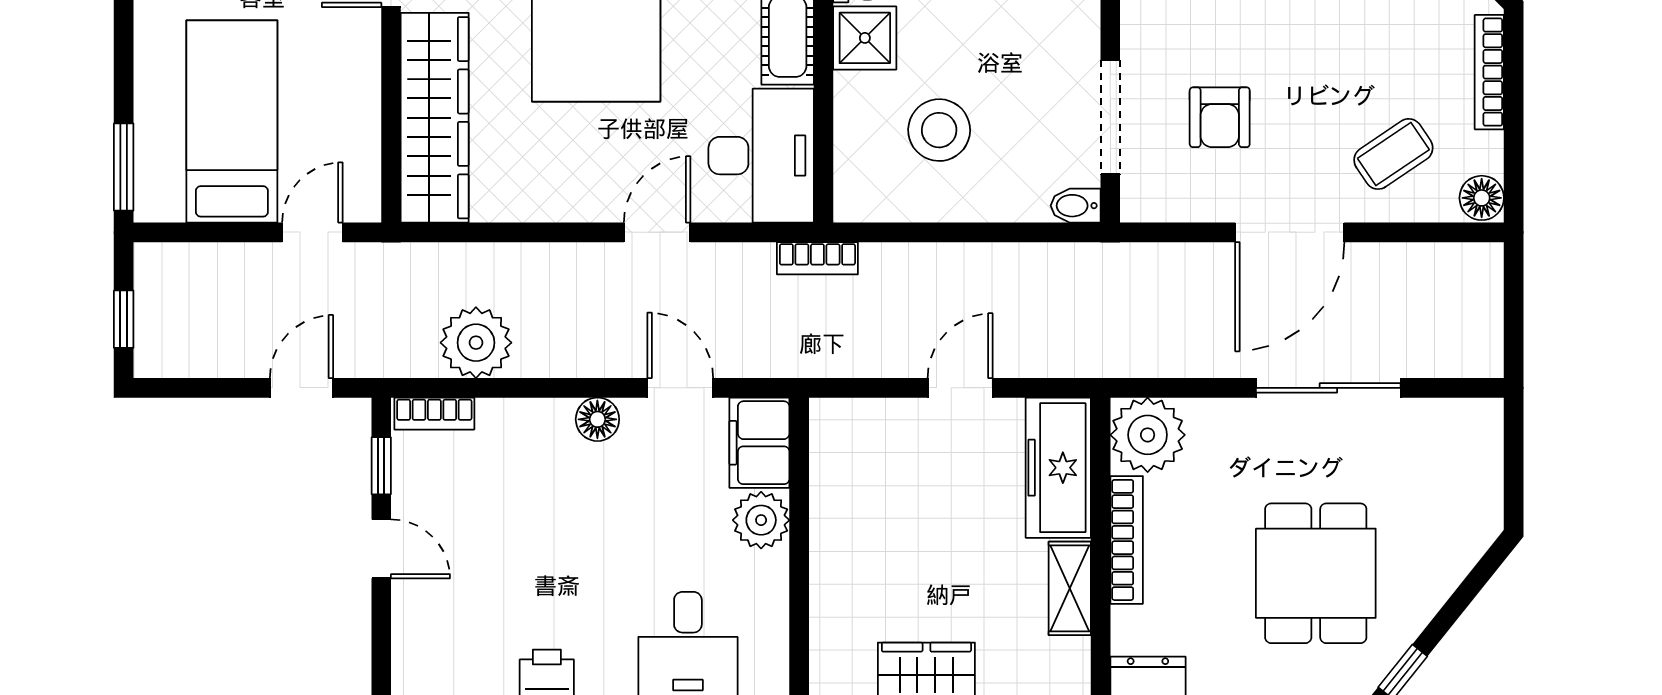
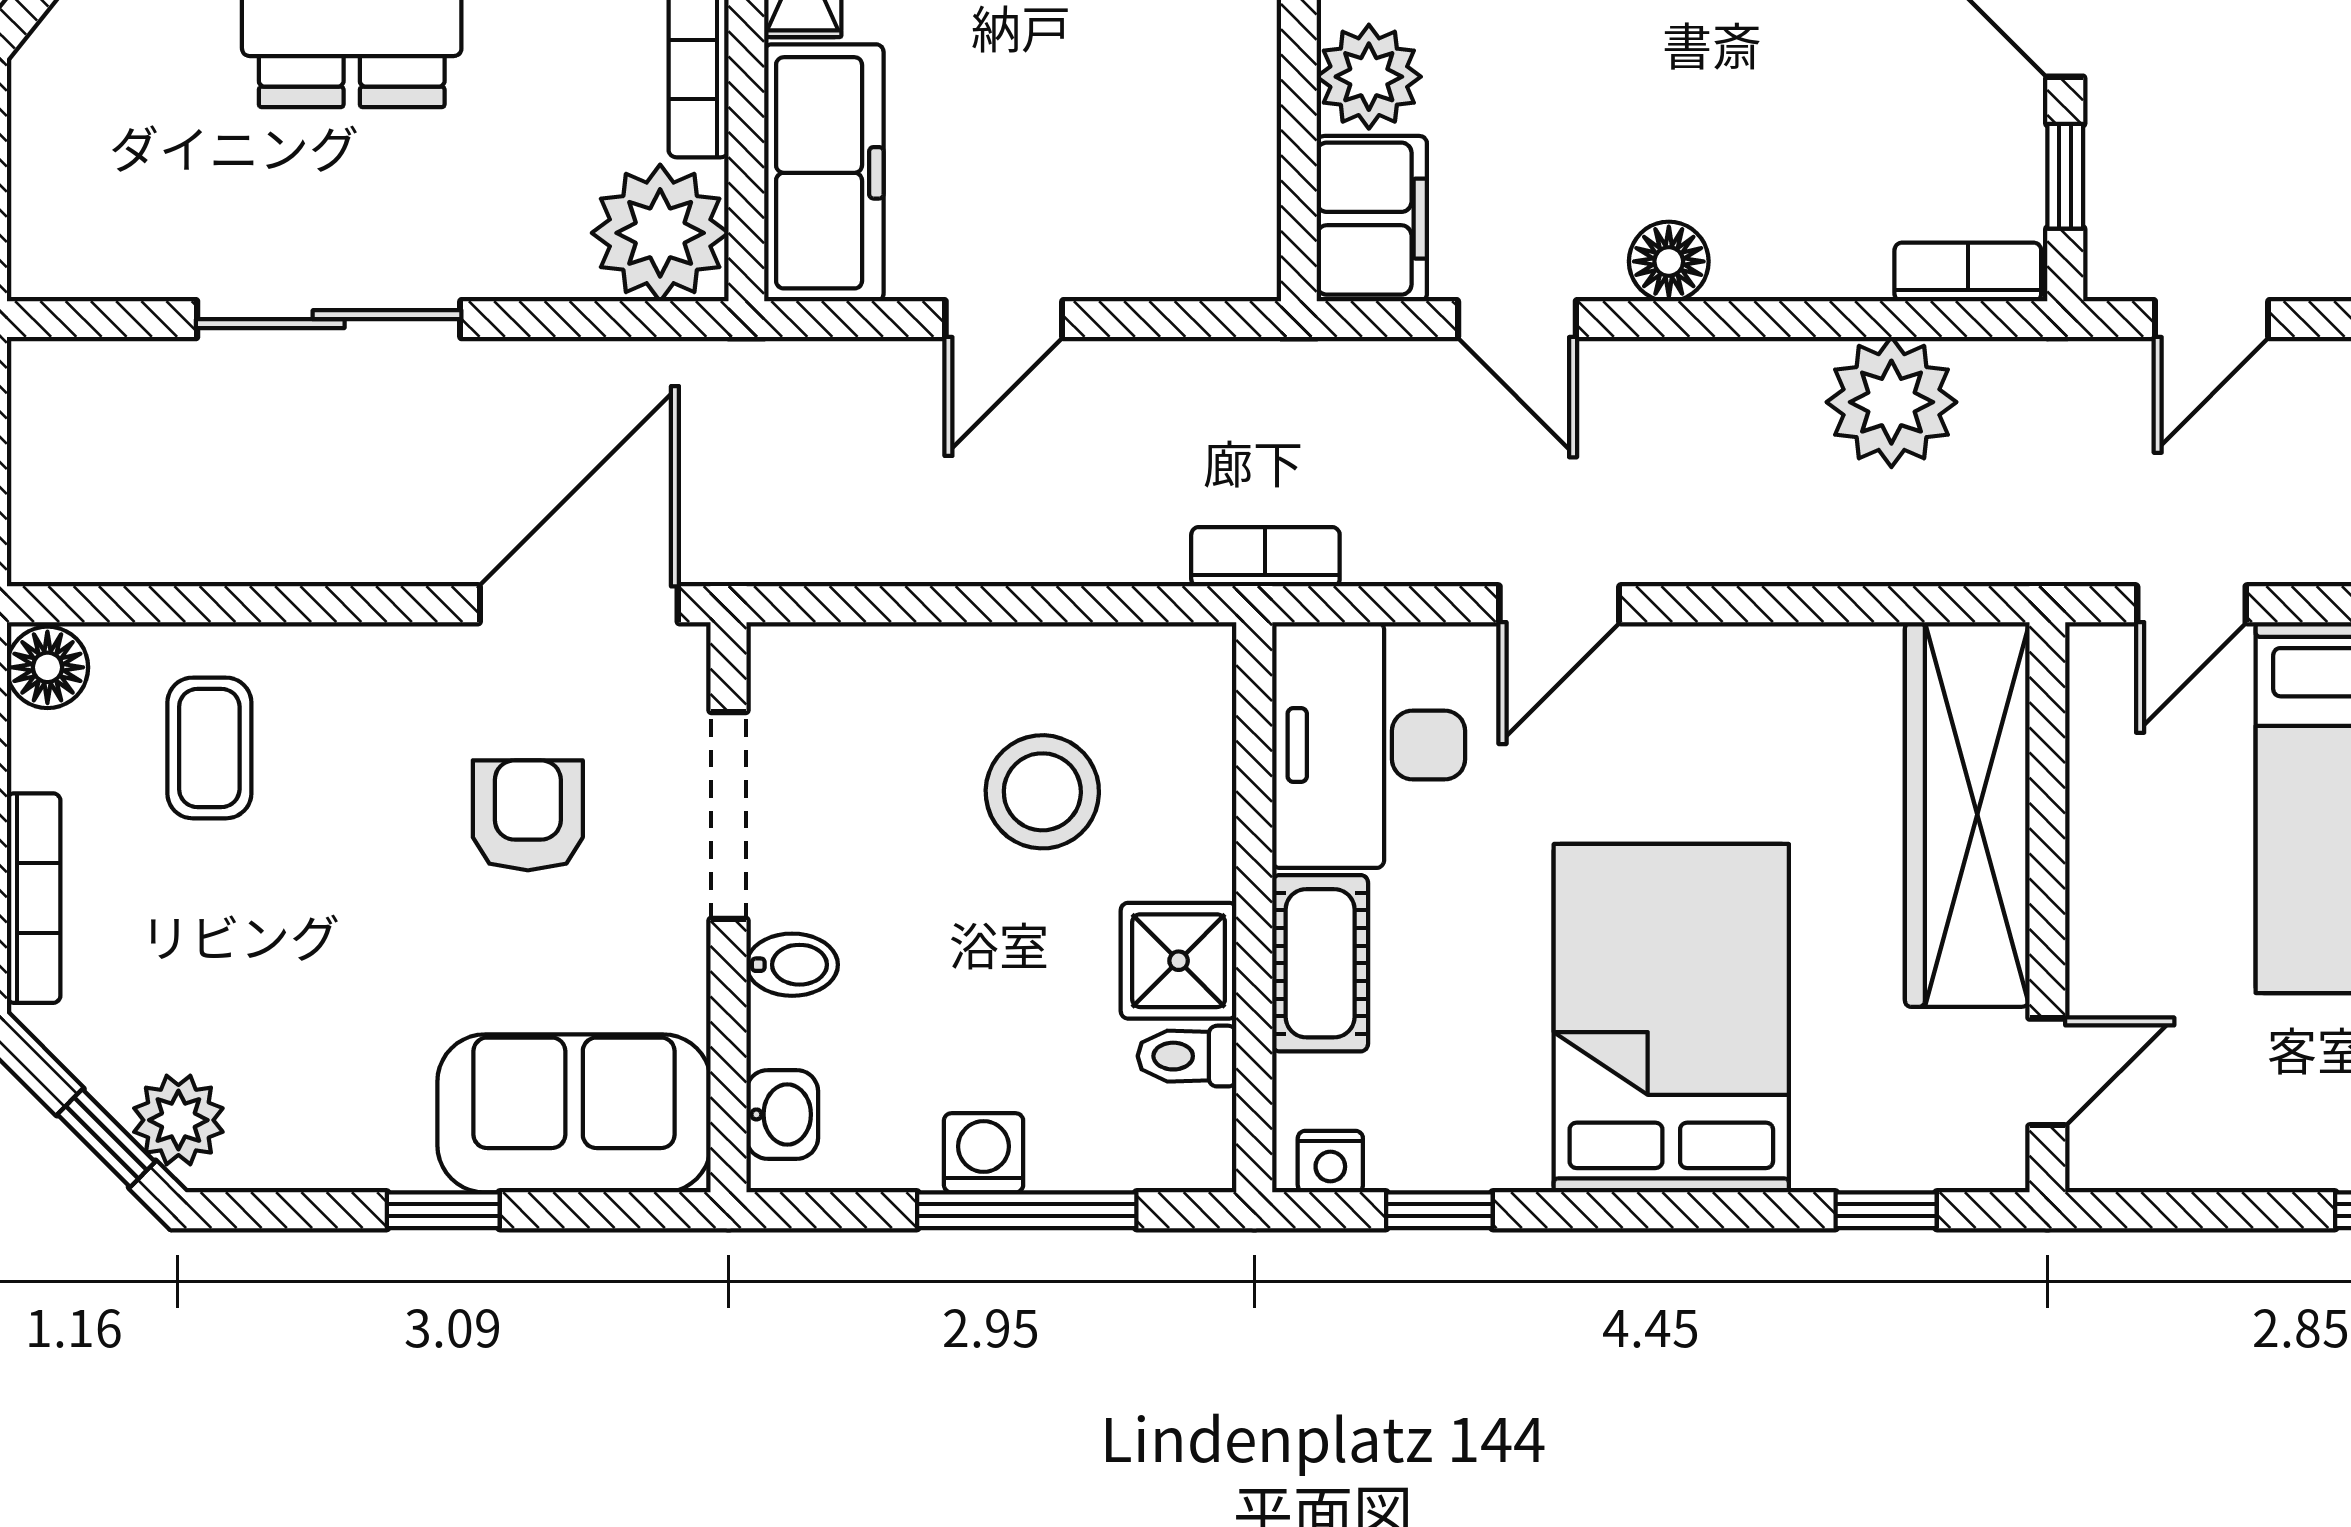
coffee table: (1393, 154) -> (209, 748), turned -56
bidet: (1076, 206) -> (792, 965), moved
door: (1290, 232) -> (579, 604), moved

